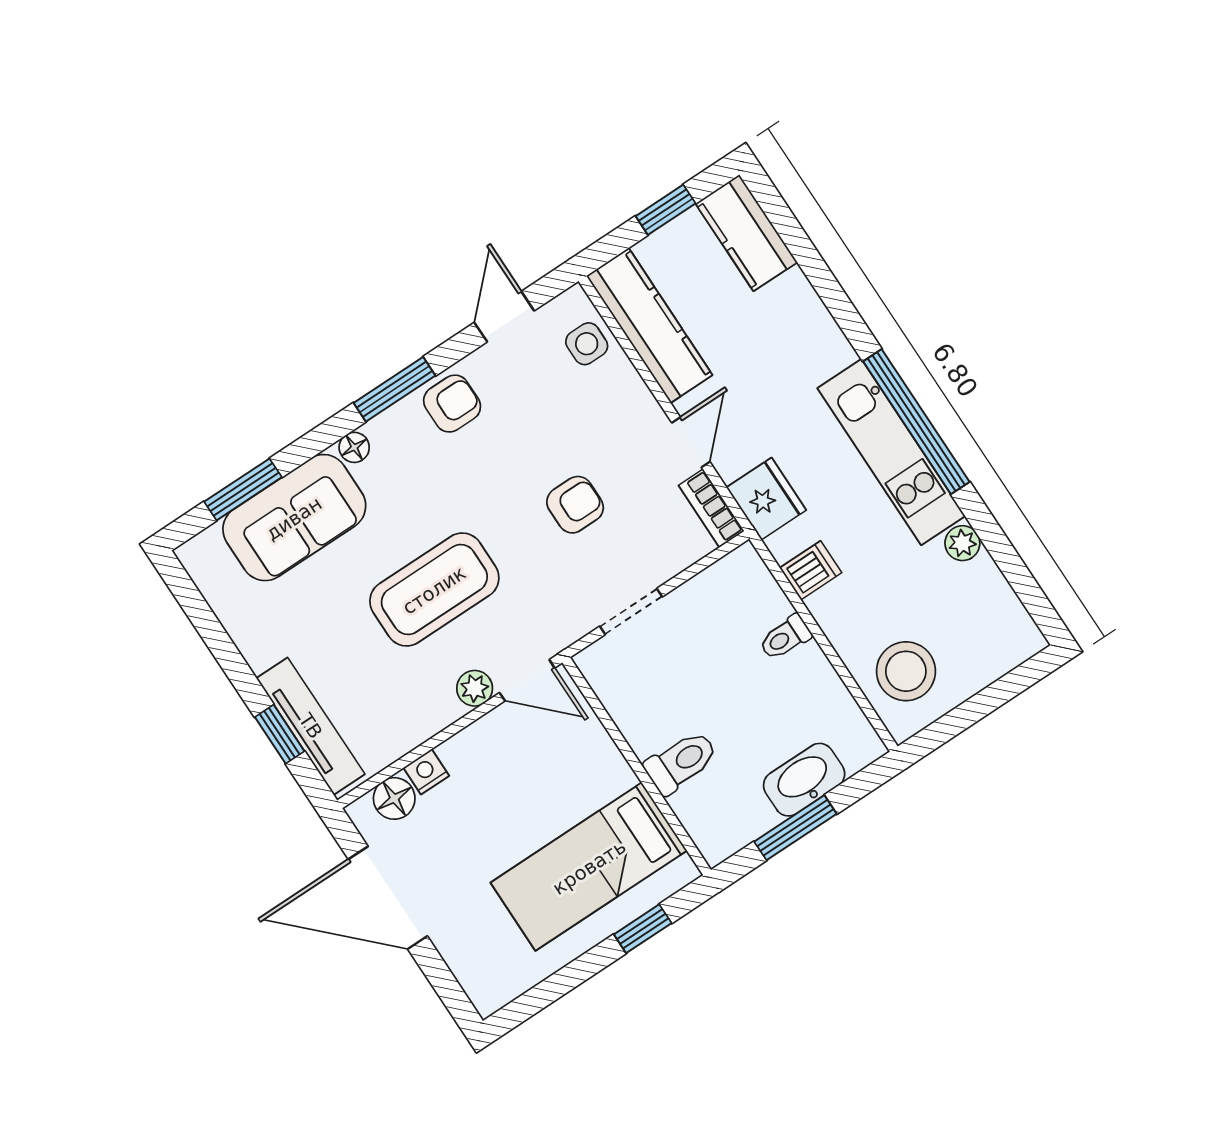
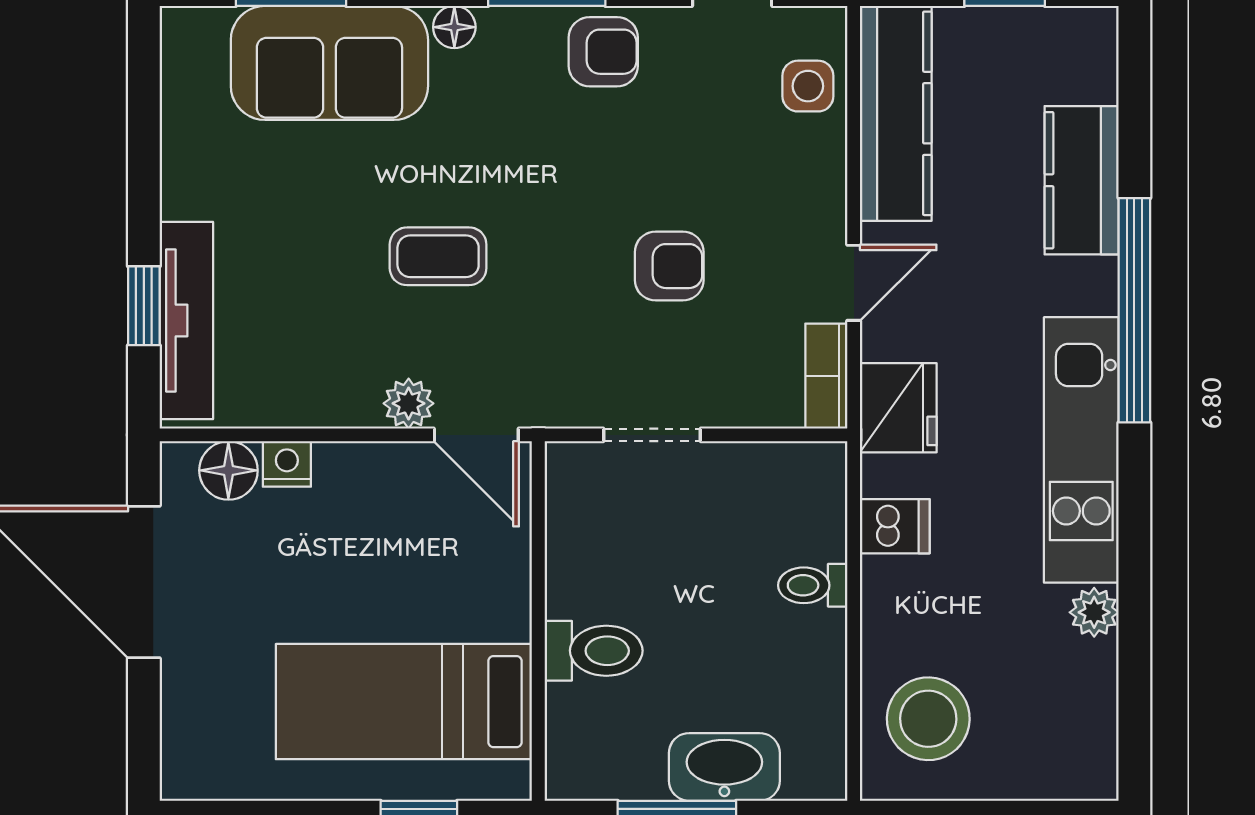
kitchen counter: (746, 233) -> (1082, 180), moved
window: (916, 422) -> (1134, 310), moved
coffee table: (434, 590) -> (438, 256), width x0.54, depth x0.58

